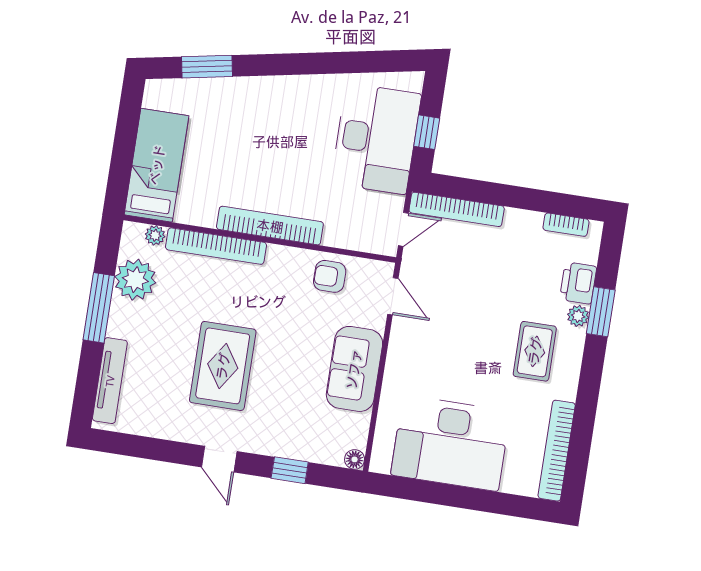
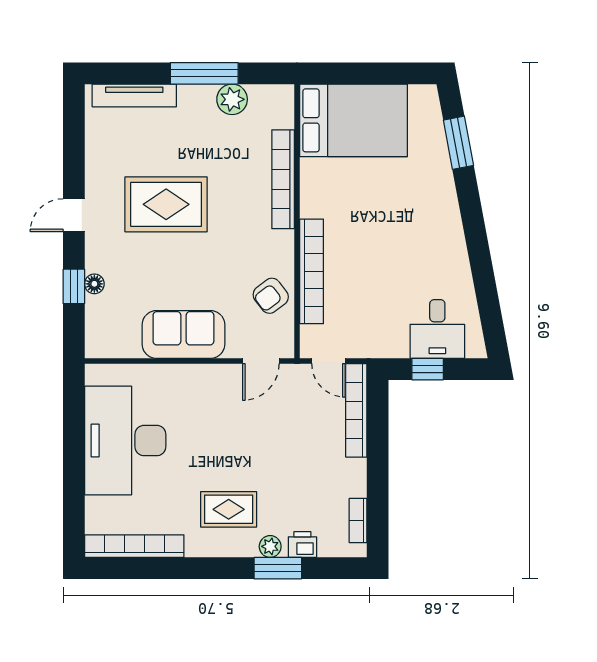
desk: (376, 139) -> (437, 329), width x0.53, depth x0.77
bed: (157, 165) -> (353, 120), width x1.50
bookcase: (270, 226) -> (312, 271), moved
plant: (155, 235) -> (284, 118), removed
armchair: (330, 276) -> (271, 296), turned -127
plant: (135, 280) -> (232, 99), width x0.73, depth x0.73
printer: (578, 283) -> (302, 545), width x0.73, depth x0.81
floor lamp: (355, 459) -> (94, 284), moved

